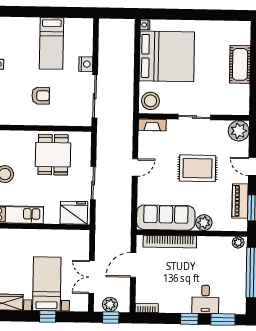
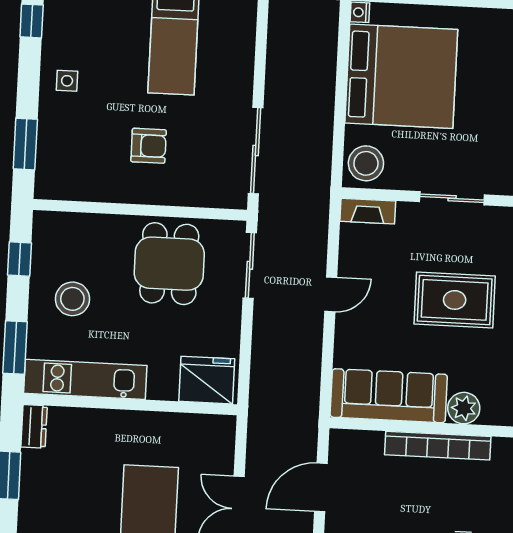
nightstand: (86, 64) -> (240, 86), removed
sliding door: (93, 183) -> (250, 265), moved
bookcase: (170, 242) -> (438, 446), moved

